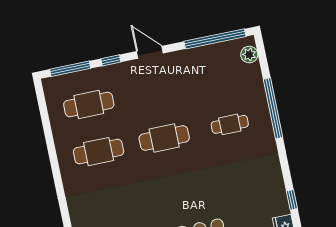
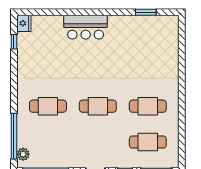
window: (273, 108) -> (14, 136), moved
cafe table: (230, 124) -> (48, 106), width x1.37, depth x1.35

